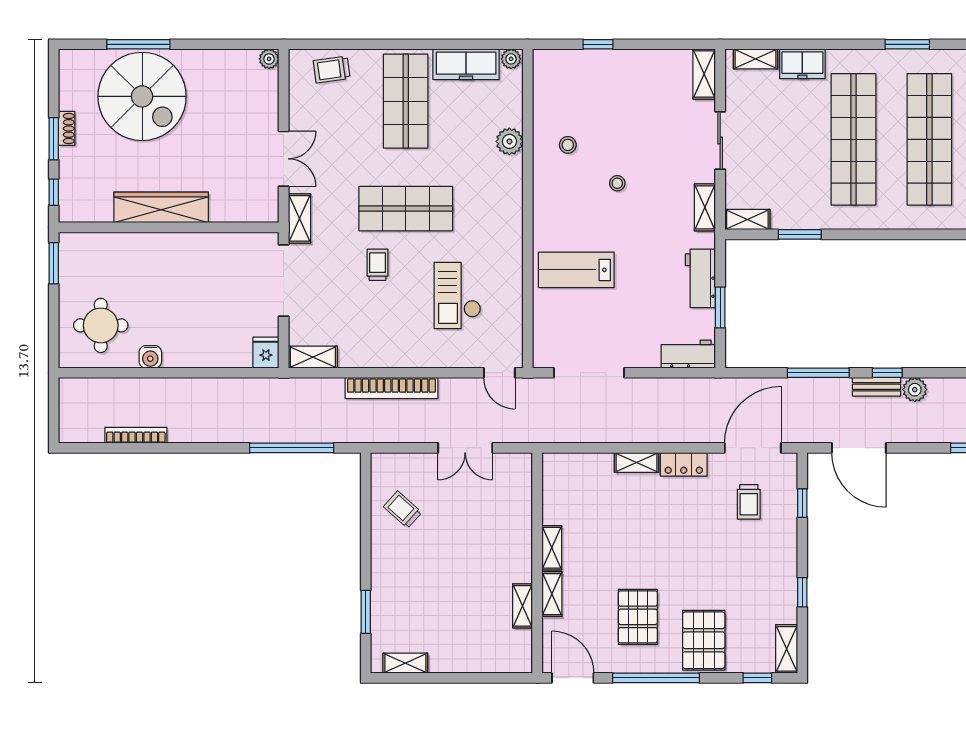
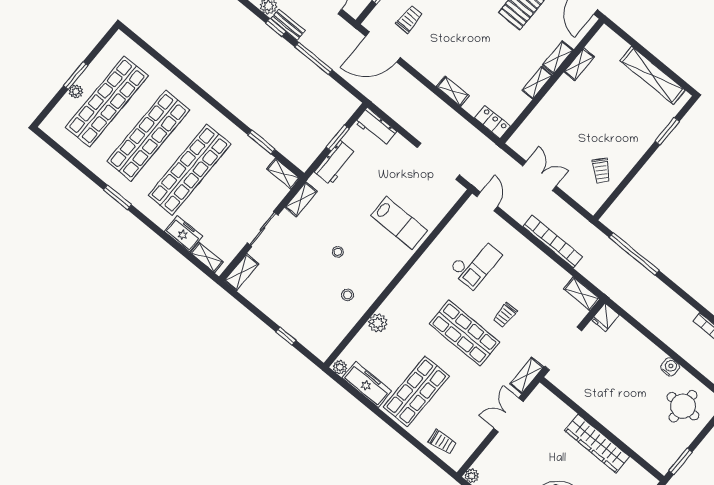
locker: (684, 464) -> (492, 122), moved
shelving: (405, 663) -> (653, 75), width x2.20, depth x1.33

